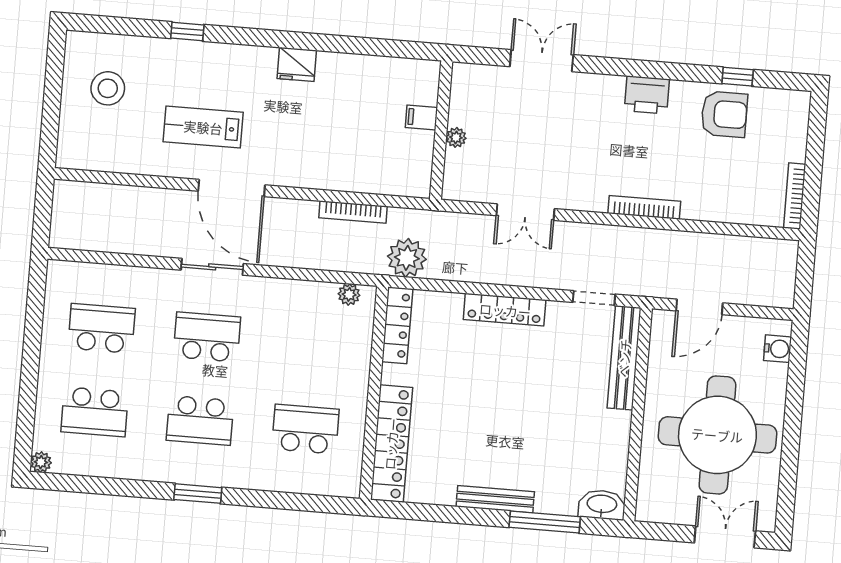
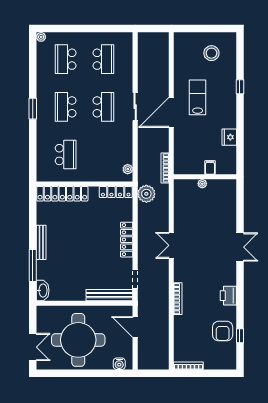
filing cabinet: (421, 117) -> (210, 167), moved
wall: (441, 130) -> (205, 177), moved
plant: (456, 137) -> (202, 184), moved

